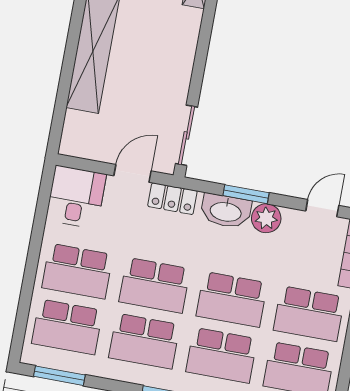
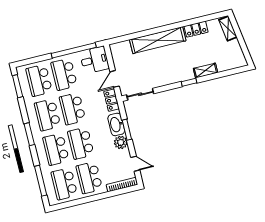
window: (207, 26) -> (189, 82), added
door: (132, 173) -> (115, 79), swing flipped
window: (38, 230) -> (74, 50), added

